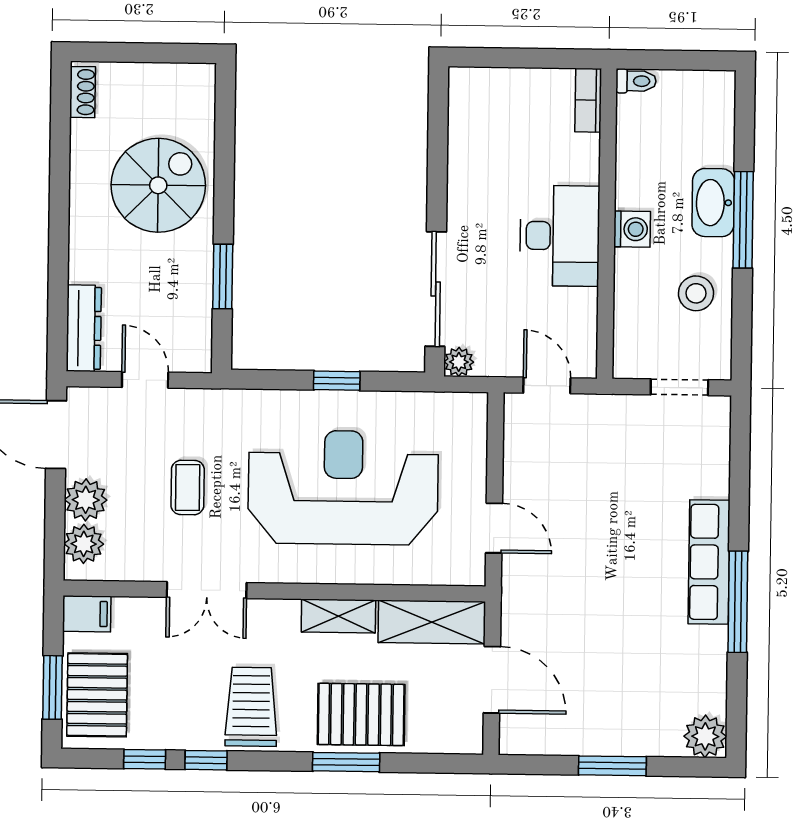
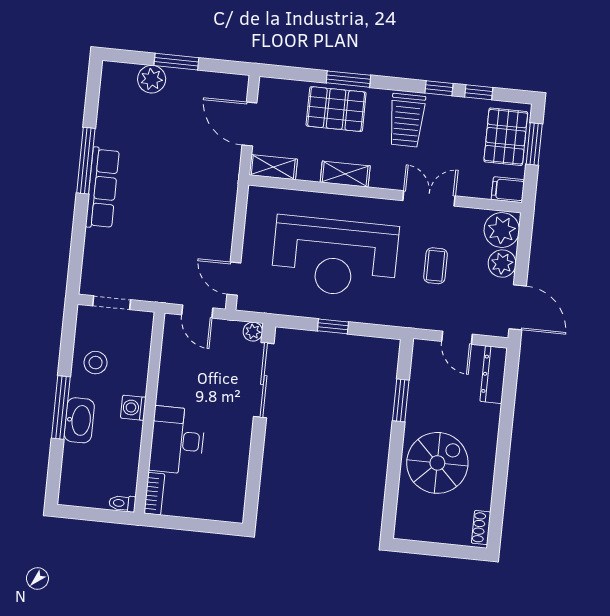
spiral stairs: (158, 185) -> (437, 463), turned 180
desk: (560, 236) -> (177, 440), moved
door: (494, 528) -> (234, 279), moved
plant: (84, 544) -> (502, 230), width x1.36, depth x1.36
shelving: (432, 622) -> (273, 167), width x0.67, depth x0.75
plant: (705, 736) -> (152, 79), moved

